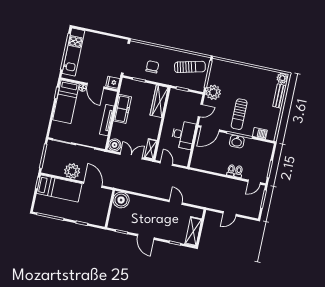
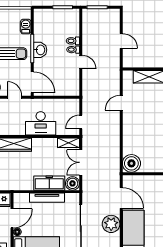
freezer: (122, 109) -> (49, 183), moved
desk: (183, 135) -> (41, 123), moved, turned 180
door: (254, 182) -> (81, 62), moved
door: (93, 185) -> (121, 198), swing flipped

